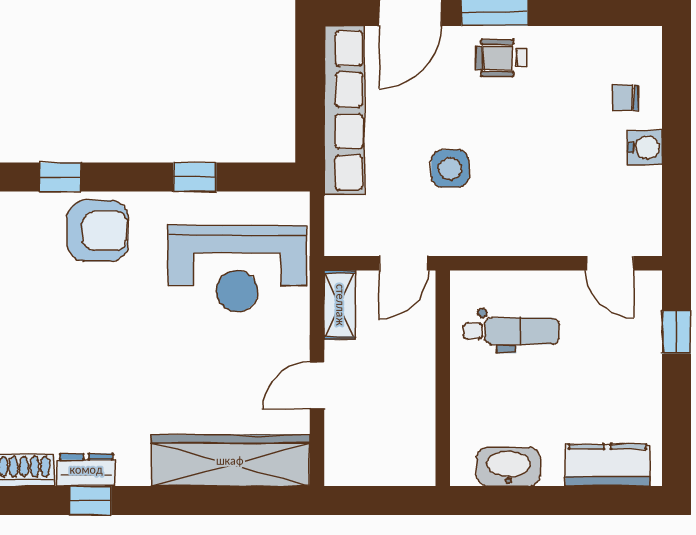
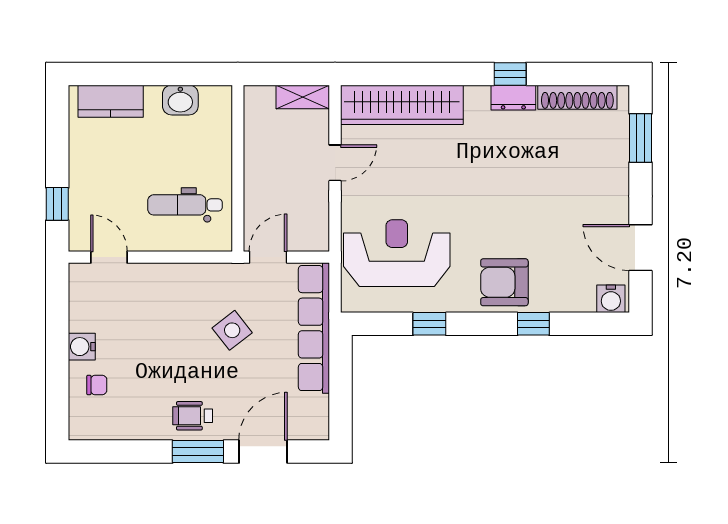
wheelchair: (501, 58) -> (193, 416), turned 180
row of seats: (344, 110) -> (314, 328), moved
side table: (450, 169) -> (232, 330), turned -38
shelving: (340, 305) -> (303, 97), moved, turned 90
washbasin: (508, 467) -> (180, 100), width x0.72

